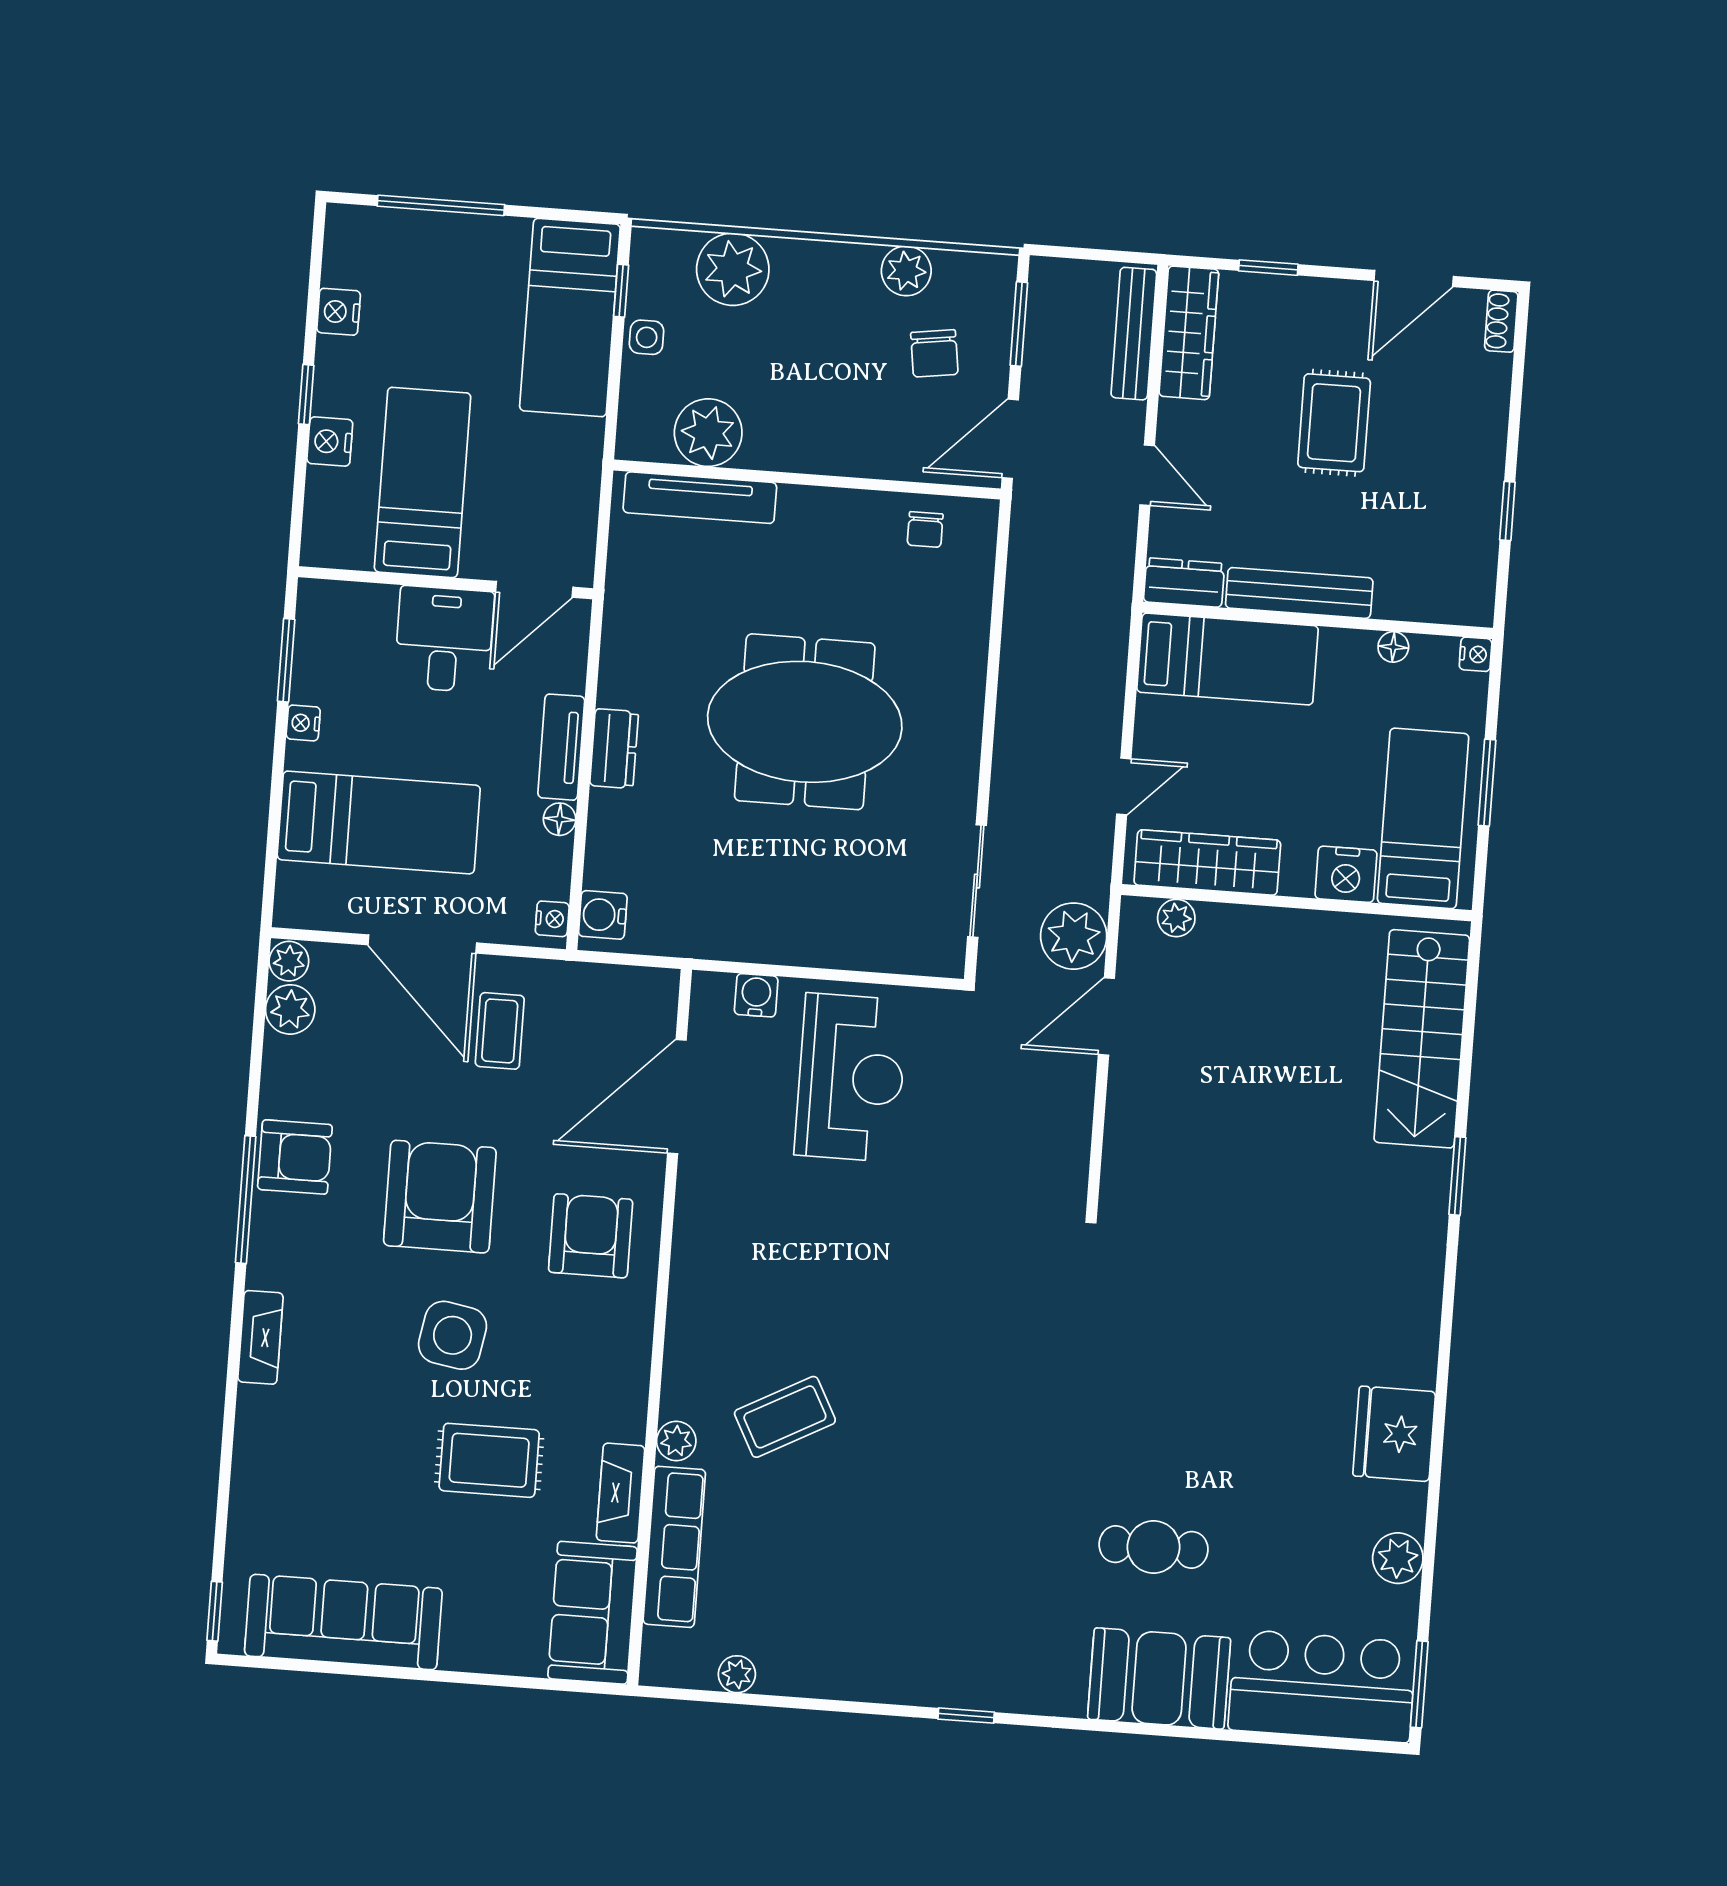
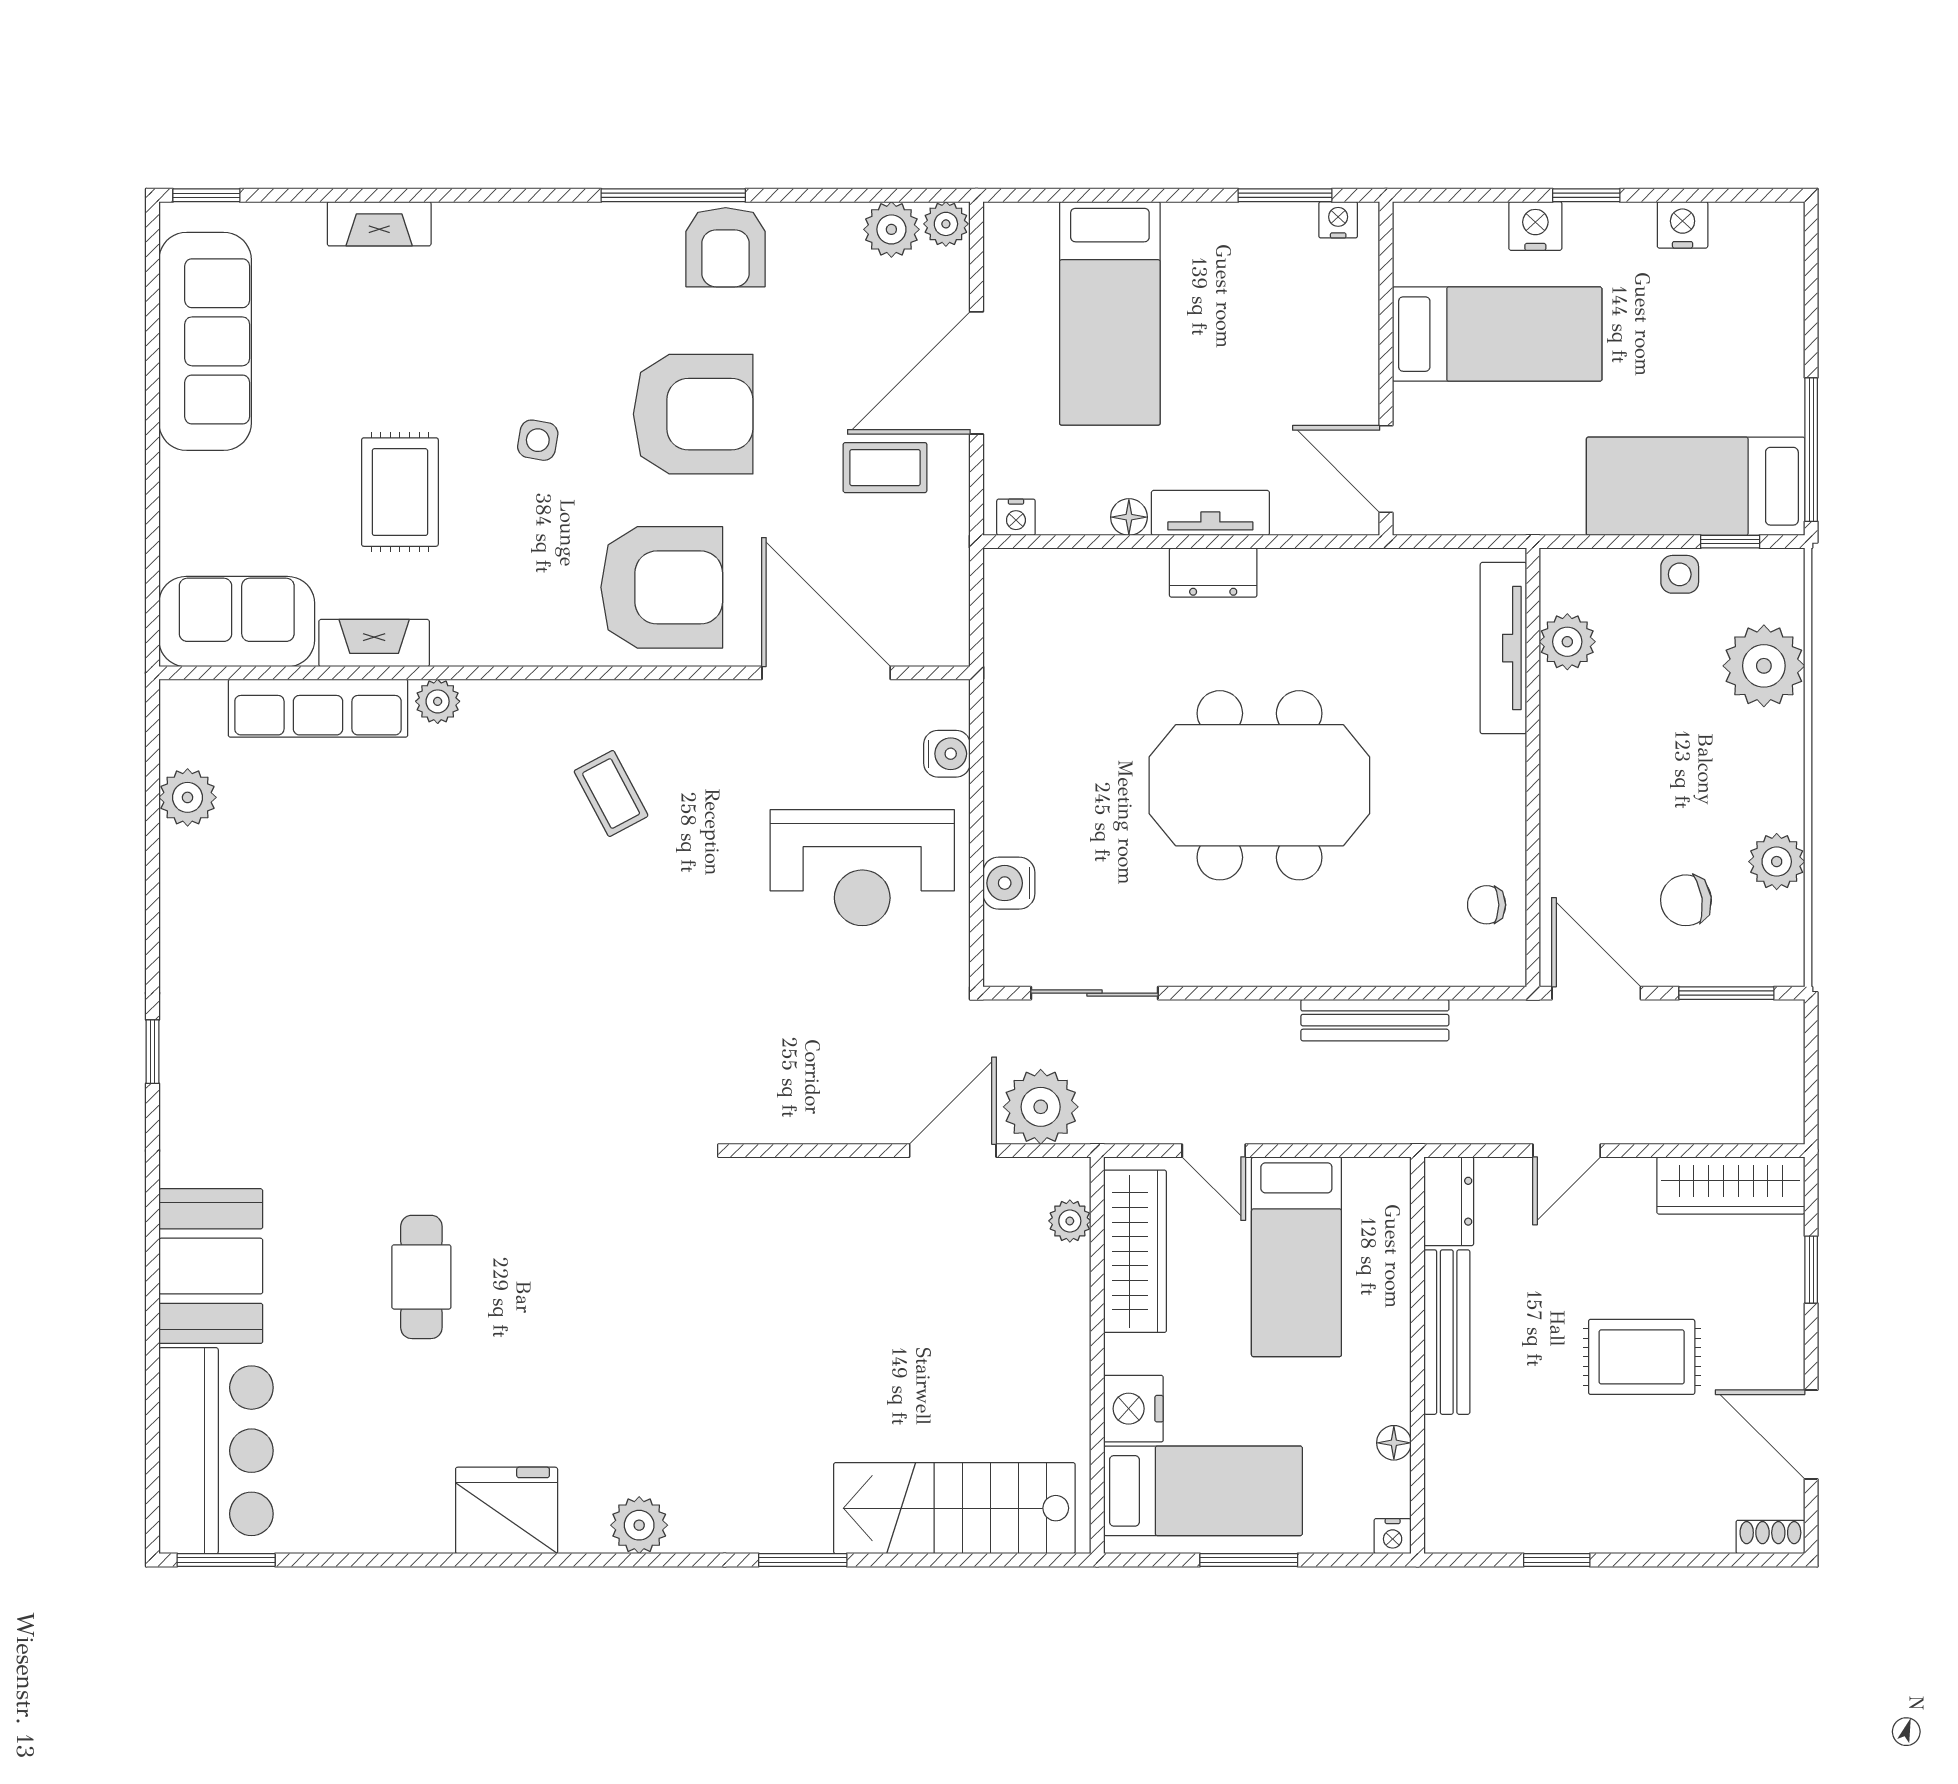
window: (441, 205) -> (1811, 450), moved
bench: (1134, 334) -> (1375, 1020), moved
plant: (708, 433) -> (1567, 642), width x0.73, depth x0.73
desk: (444, 639) -> (1322, 372), removed
bed: (1227, 659) -> (1296, 1257), moved
meeting table: (805, 722) -> (1259, 785), turned 90
nightstand: (303, 723) -> (1338, 220), moved
water cooler: (603, 915) -> (1009, 883), moved, turned -90
door: (1106, 1016) -> (953, 1151), hinge flipped
armchair: (591, 1236) -> (662, 587), width x1.36, depth x1.36
side table: (453, 1335) -> (538, 440), width x0.54, depth x0.54
fireplace: (260, 1337) -> (379, 224), moved
coffee table: (785, 1417) -> (611, 793), moved, width x0.73, depth x0.77
cafe table: (1154, 1547) -> (421, 1277), moved
plant: (1398, 1558) -> (639, 1525), moved
plant: (737, 1674) -> (188, 797), width x1.38, depth x1.38

